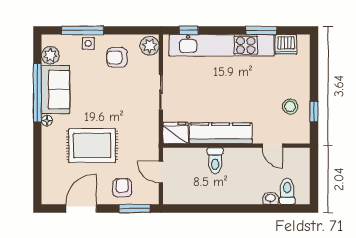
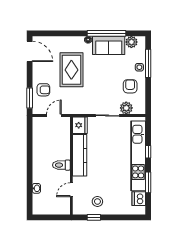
window: (189, 30) -> (148, 152), moved
plant: (150, 46) -> (126, 108), moved
toilet: (215, 161) -> (61, 165), moved
toilet: (287, 191) -> (41, 200), removed
door: (81, 209) -> (30, 51), moved

